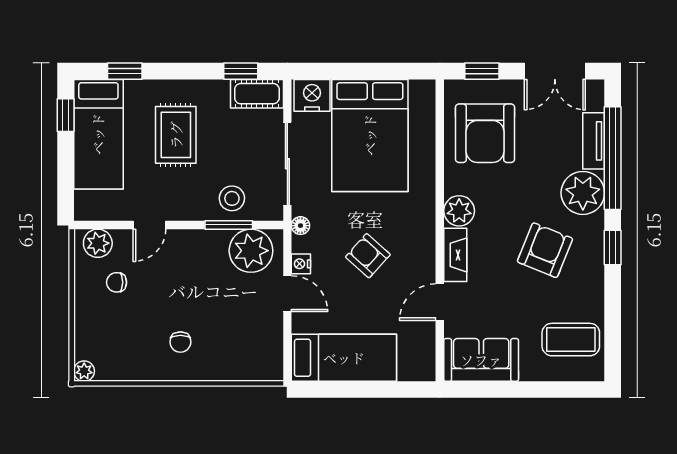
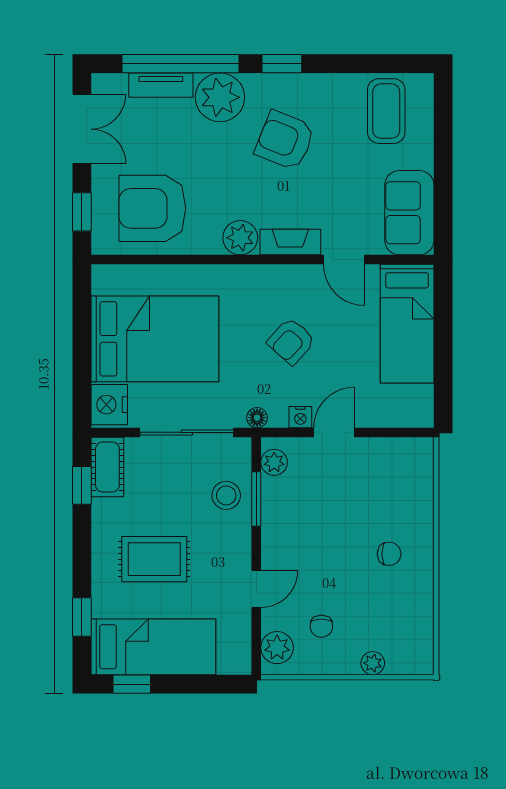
armchair: (485, 133) -> (152, 208), turned 180
door: (149, 225) -> (256, 589), hinge flipped
plant: (251, 251) -> (274, 462), width x0.53, depth x0.53
bed: (344, 358) -> (407, 324), moved, turned 180
plant: (84, 371) -> (373, 663), moved

